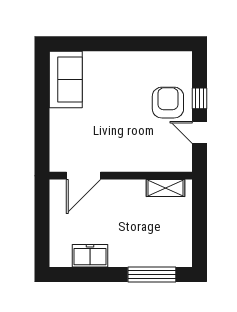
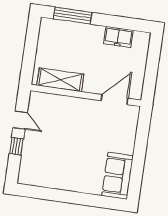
armchair: (168, 103) -> (41, 147), removed
shelving: (165, 188) -> (60, 80), width x1.50, depth x1.33

